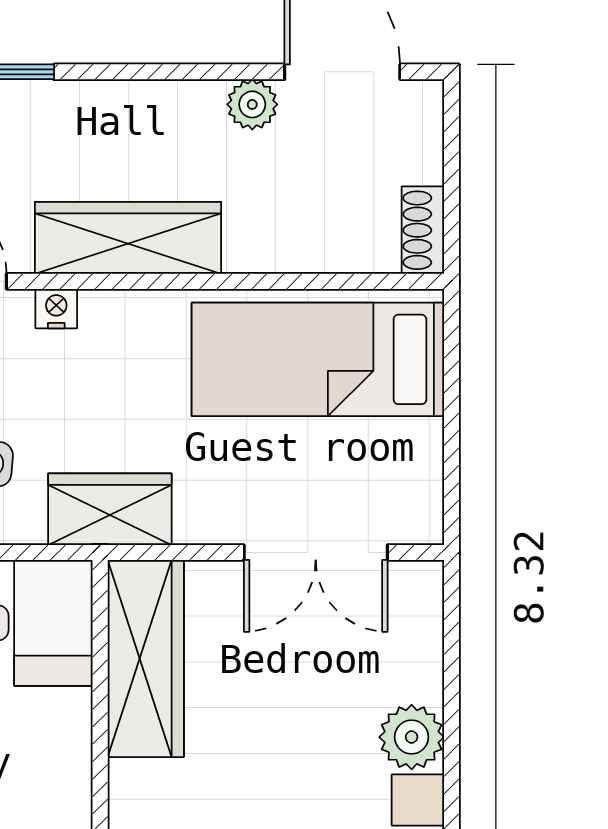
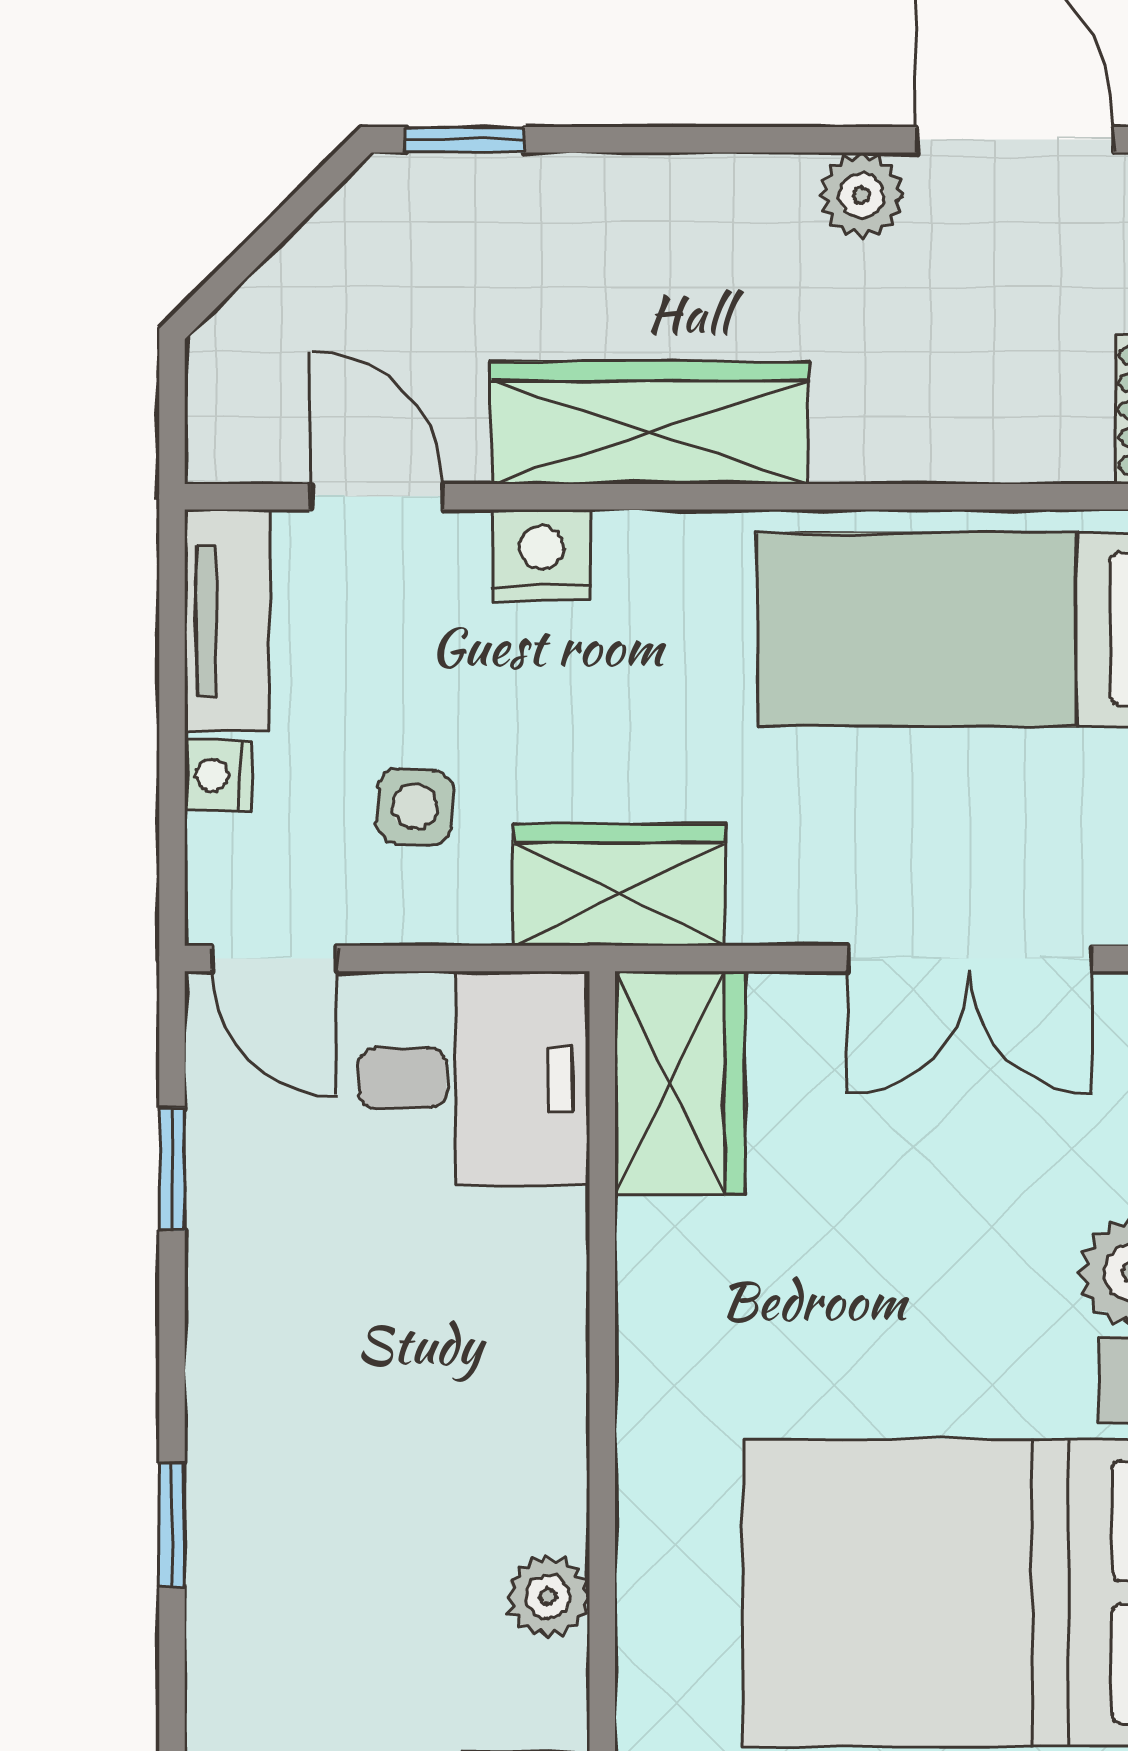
nightstand: (56, 309) -> (541, 555), width x1.39, depth x1.35
wardrobe: (146, 659) -> (680, 1083), width x0.67

